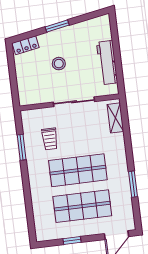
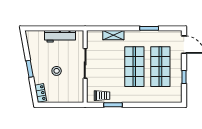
shelving: (115, 118) -> (113, 35), moved
trolley: (50, 139) -> (102, 96), moved

